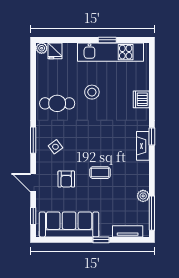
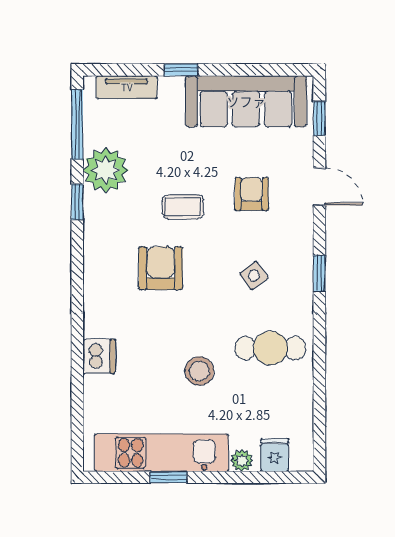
plant: (42, 48) -> (242, 460), moved
window: (152, 137) -> (77, 202), moved
window: (33, 140) -> (319, 273), width x0.67
armchair: (111, 143) -> (161, 268), added
fireplace: (143, 146) -> (95, 261), removed
side table: (55, 147) -> (254, 276), moved
plant: (143, 196) -> (106, 170), width x1.88, depth x1.88

